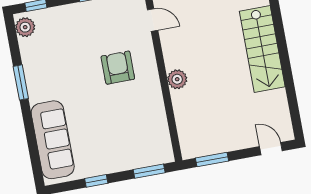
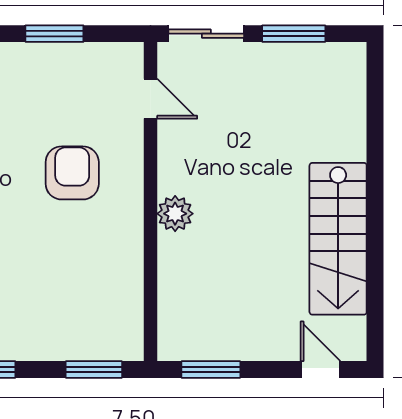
stairs: (262, 49) -> (338, 239), moved

